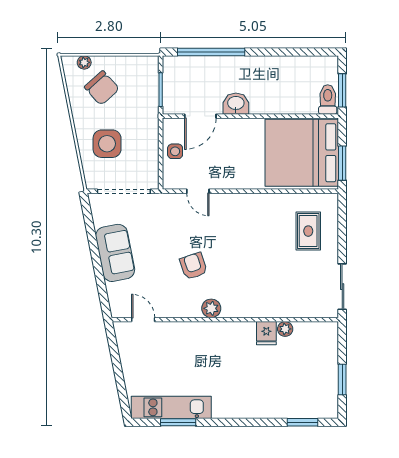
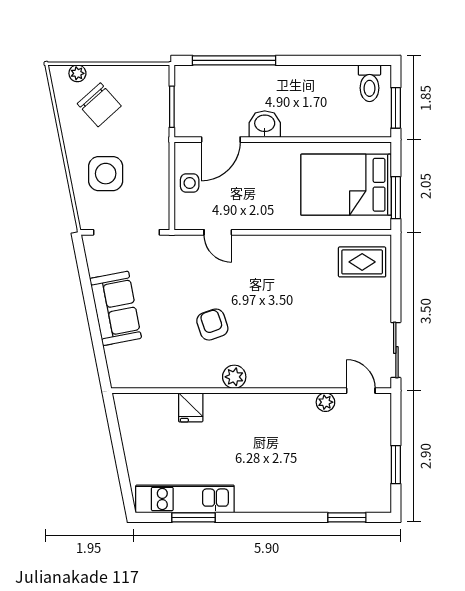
toilet: (328, 99) -> (369, 83), moved, turned 180
bed: (302, 153) -> (346, 185), width x0.73
rug: (308, 231) -> (362, 262), moved, turned 90
door: (143, 320) -> (361, 391), moved
fridge: (266, 333) -> (191, 407), moved

